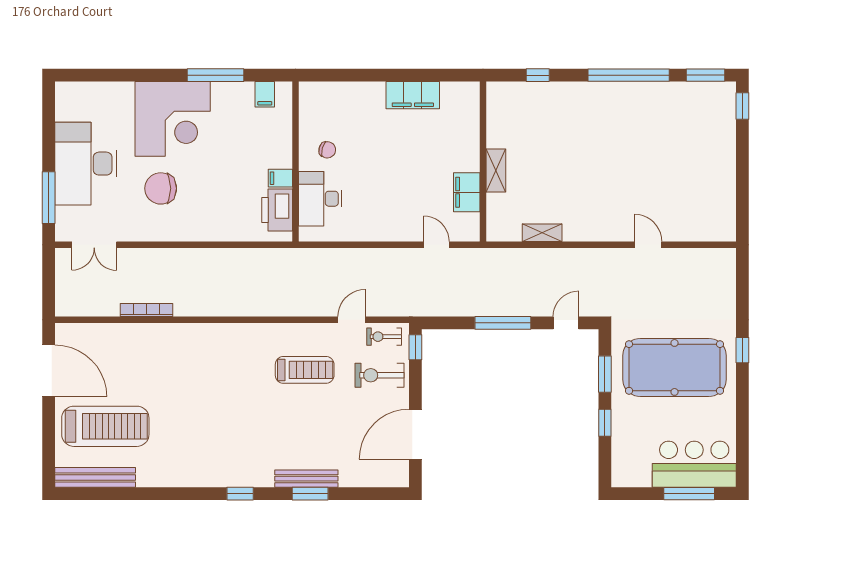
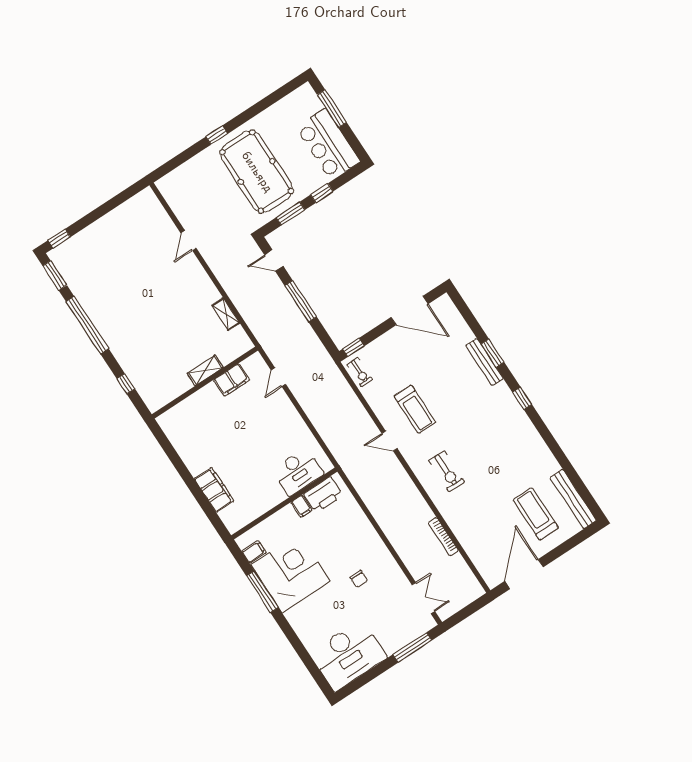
filing cabinet: (413, 95) -> (214, 490), moved
corner desk: (173, 119) -> (290, 573), moved
chair: (327, 150) -> (263, 488), removed
desk: (86, 164) -> (348, 655), moved
chair: (161, 188) -> (359, 579), width x0.54, depth x0.54
door: (352, 320) -> (389, 441), moved
treadmill: (305, 370) -> (415, 409), turned 180
exercise bike: (379, 375) -> (447, 471), moved
treadmill: (105, 426) -> (536, 514), width x0.73, depth x0.73
bar counter: (694, 464) -> (328, 144), moved

